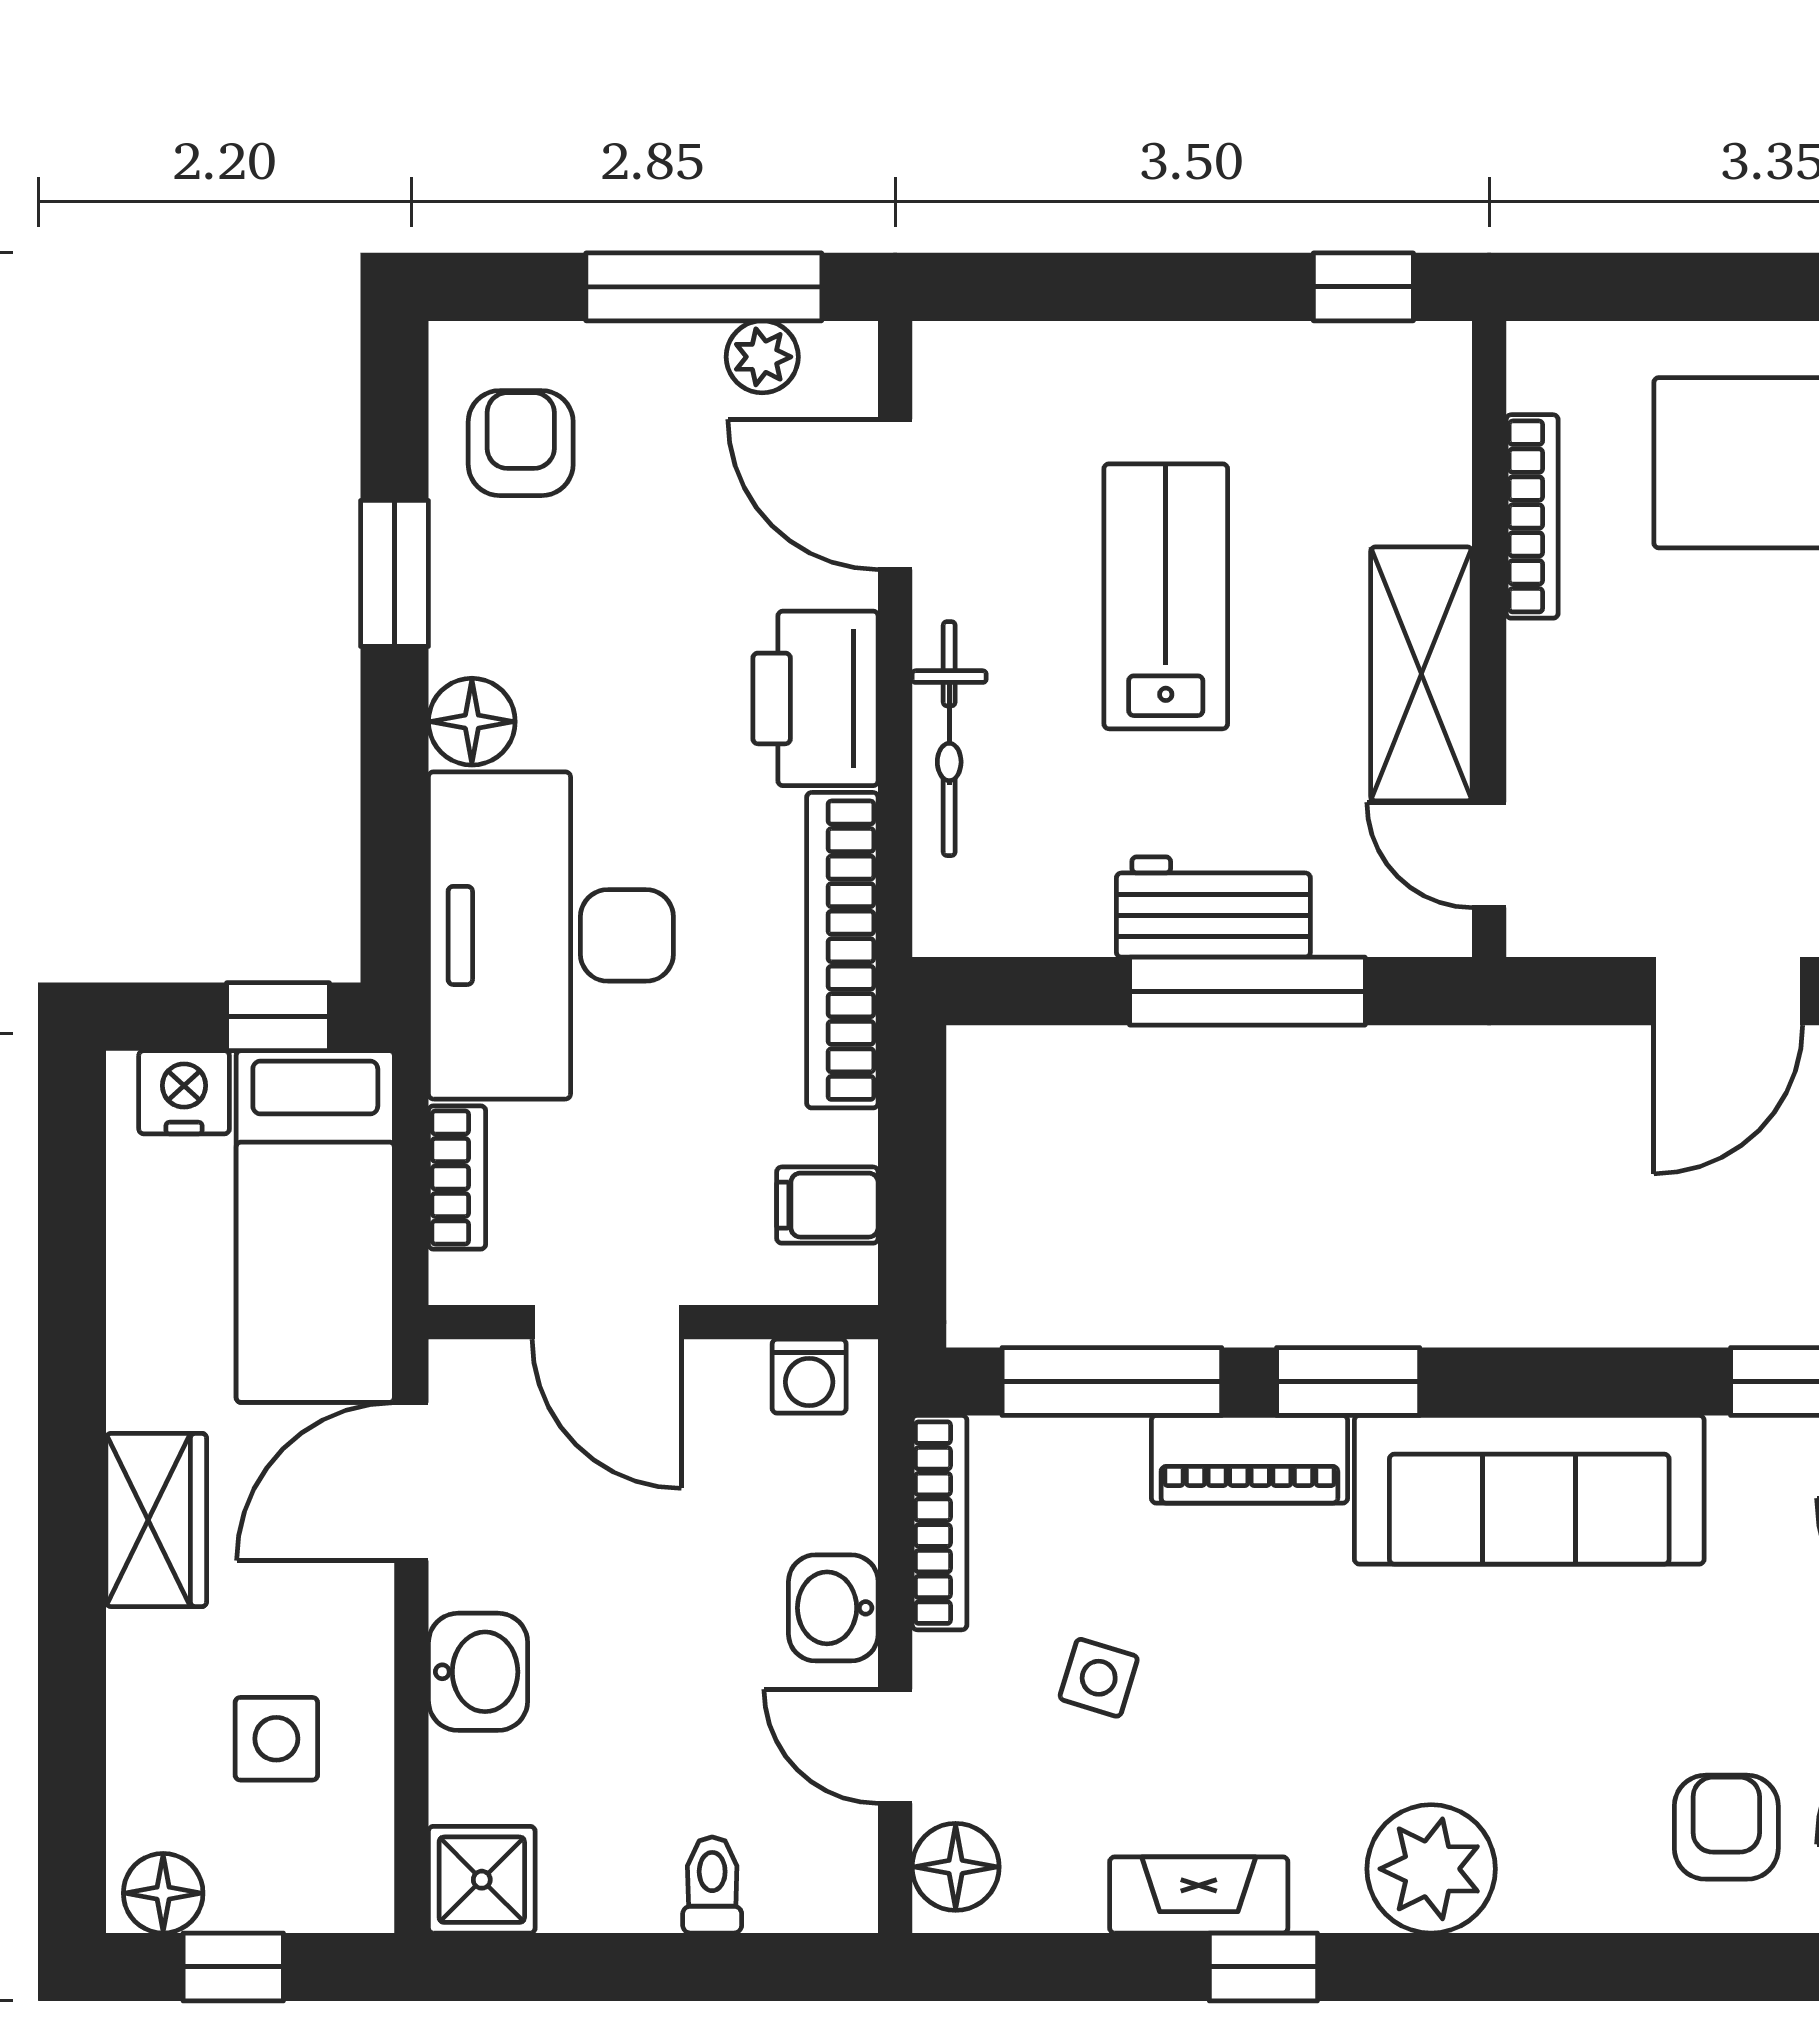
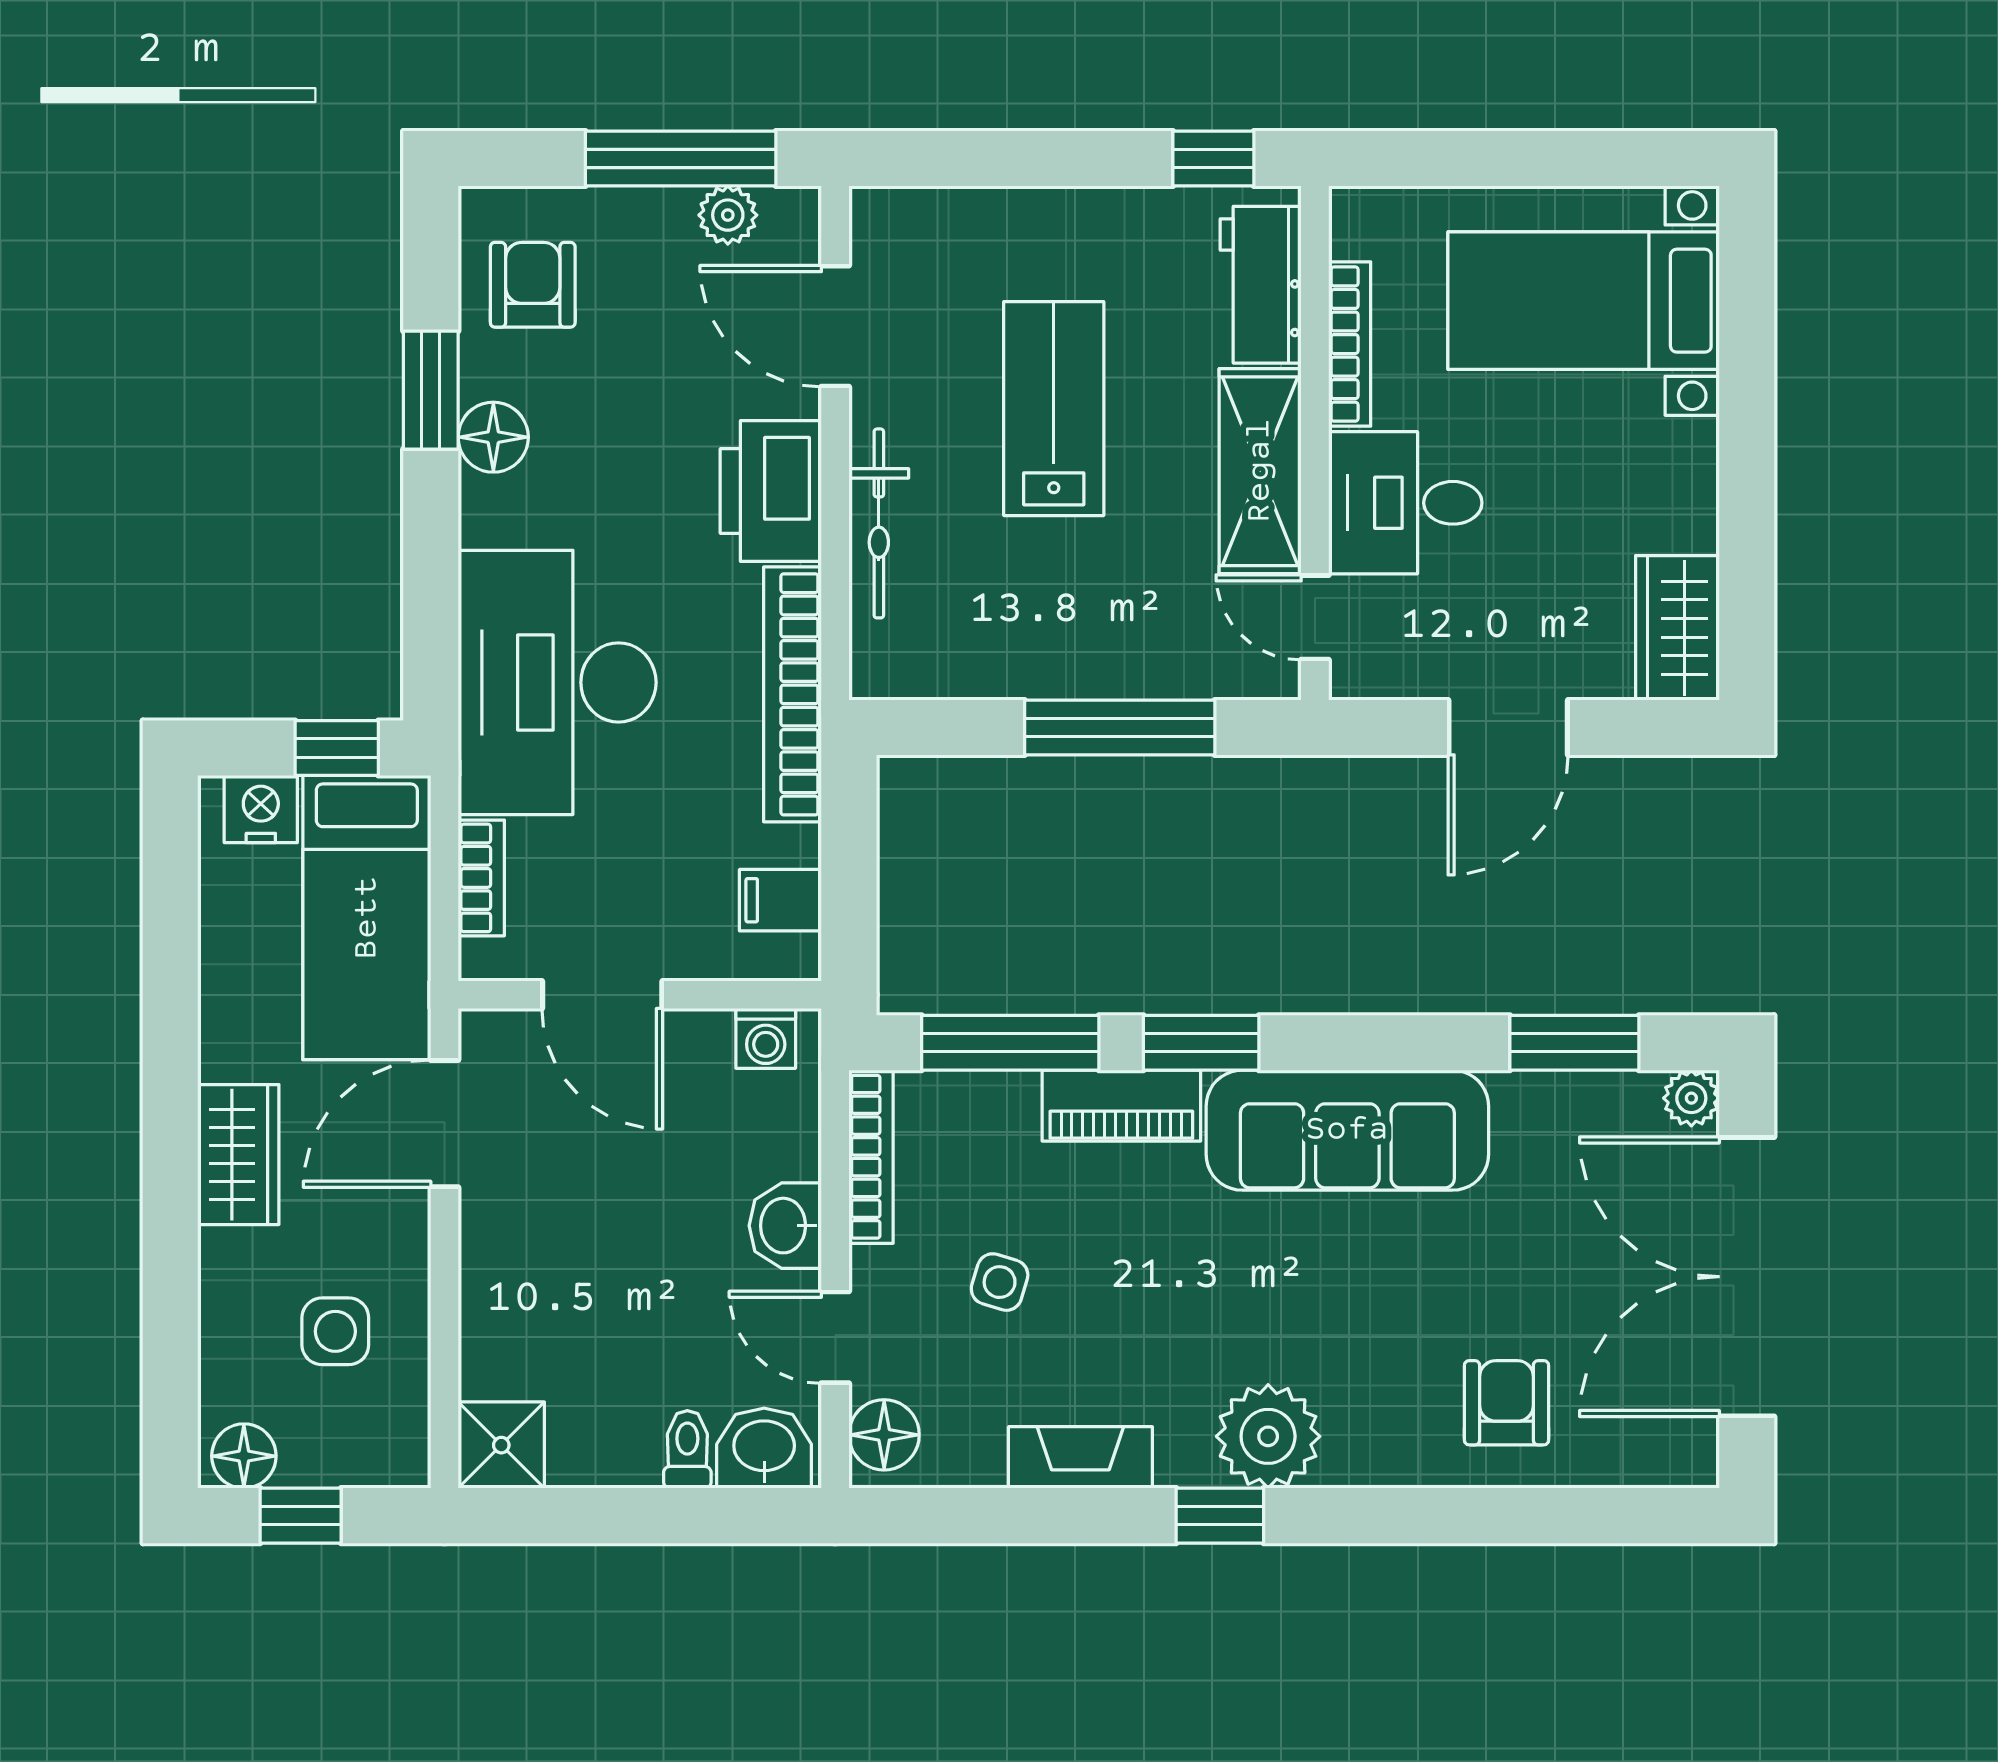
desk: (1601, 713) -> (1405, 503), added
floor lamp: (472, 722) -> (493, 437), moved
workbench: (1213, 907) -> (1261, 285), moved, turned -90
washbasin: (478, 1672) -> (764, 1448), moved, turned -90
window: (1263, 1967) -> (1220, 1516), moved

